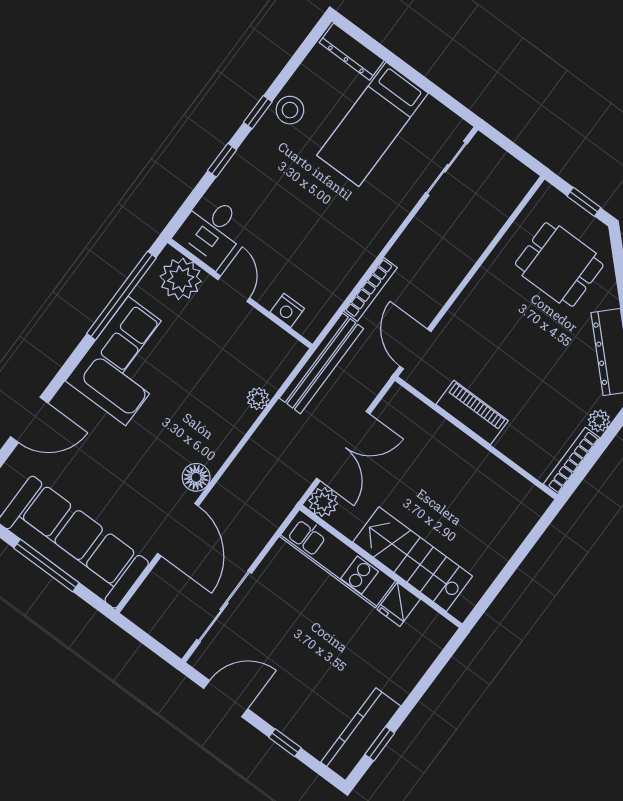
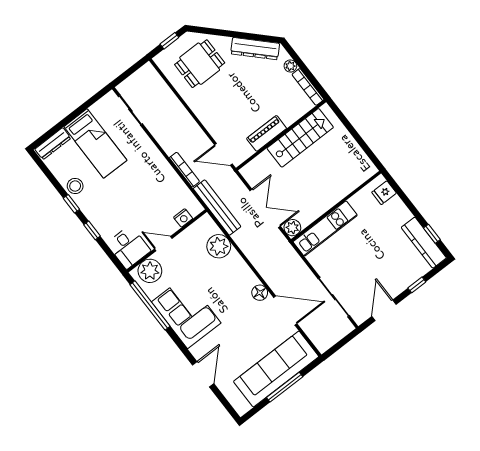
plant: (258, 399) -> (219, 246), width x1.87, depth x1.87
stairs: (413, 559) -> (300, 138), moved, turned 180
fridge: (399, 604) -> (384, 193), moved, turned 90

